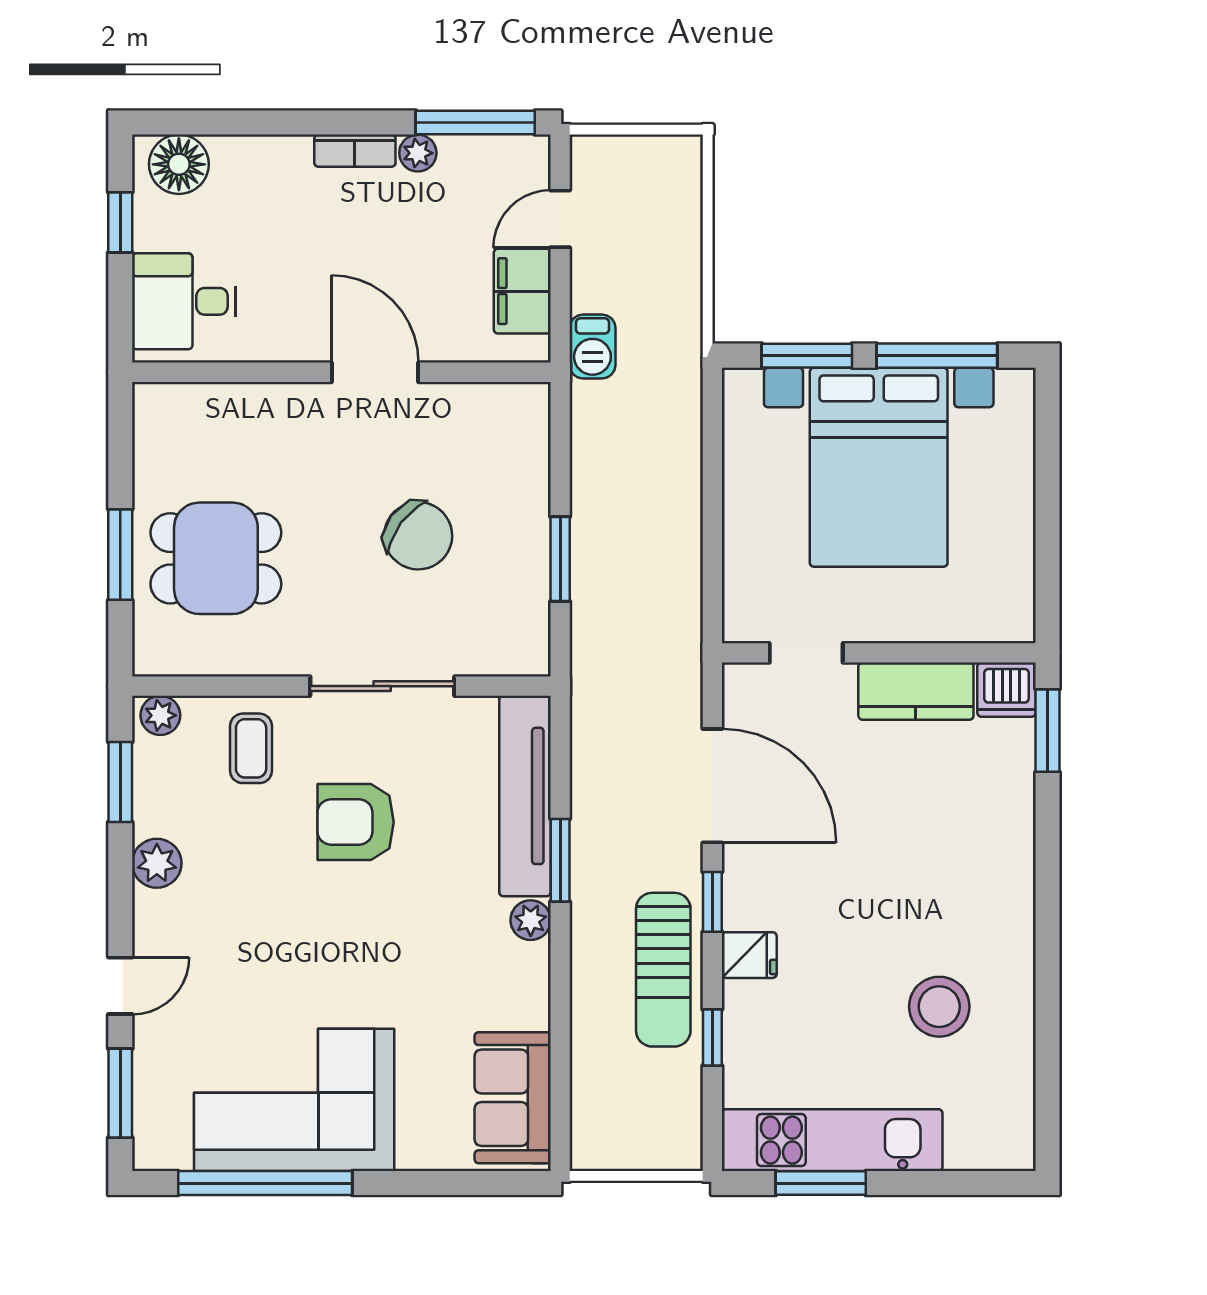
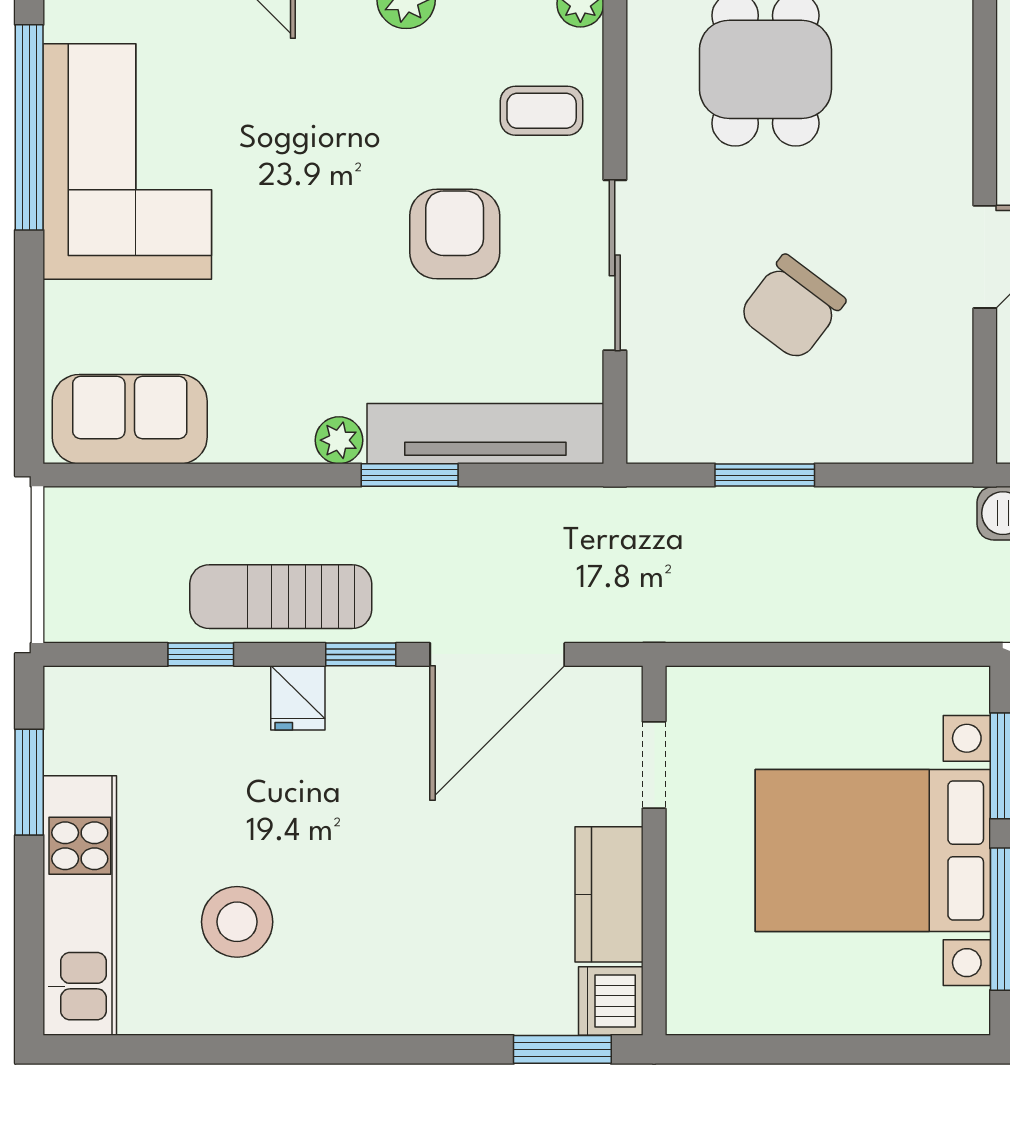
kitchen unit: (832, 1140) -> (80, 906), moved

